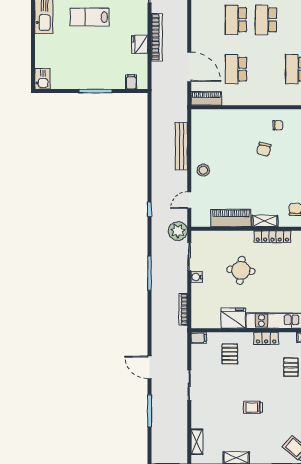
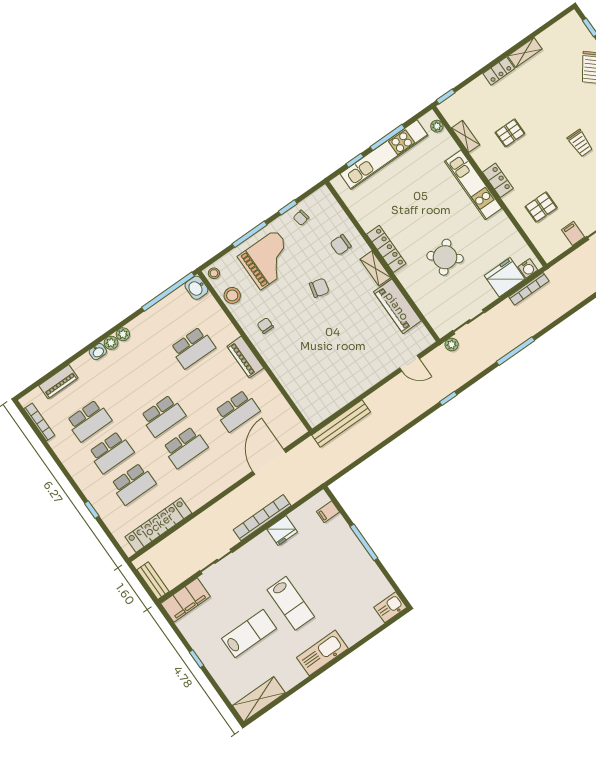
piano: (206, 98) -> (245, 357), moved
bench: (181, 146) -> (341, 424), moved
chair: (264, 149) -> (319, 288), moved
stool: (203, 170) -> (368, 371), removed
plant: (178, 231) -> (452, 344), width x0.53, depth x0.53
round table: (241, 270) -> (445, 257), turned 36
water cooler: (197, 277) -> (528, 268), moved
fridge: (233, 318) -> (505, 277), moved, turned 90
filing cabinet: (199, 338) -> (573, 233), moved

